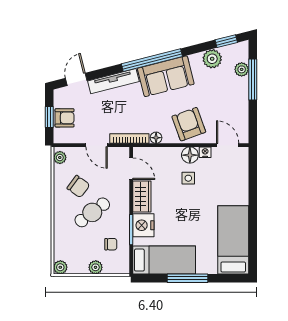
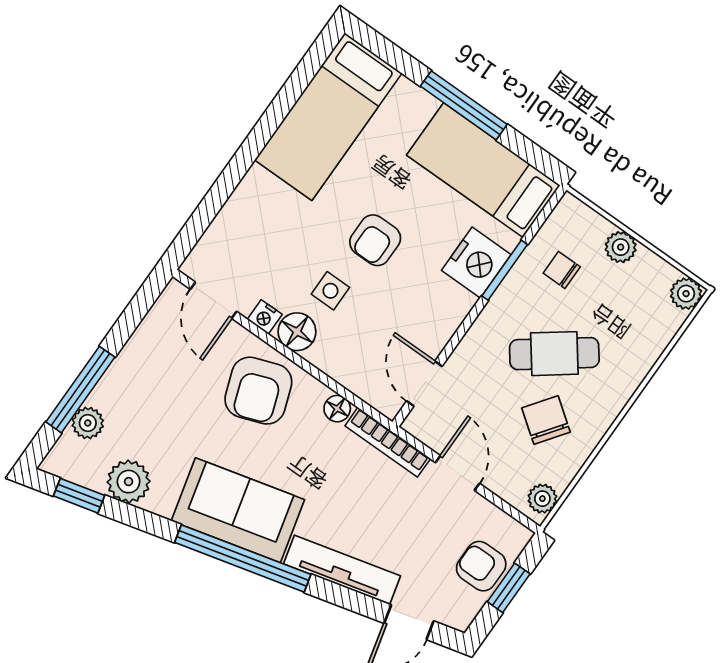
wardrobe: (142, 197) -> (441, 318), removed
armchair: (185, 208) -> (375, 240), added

